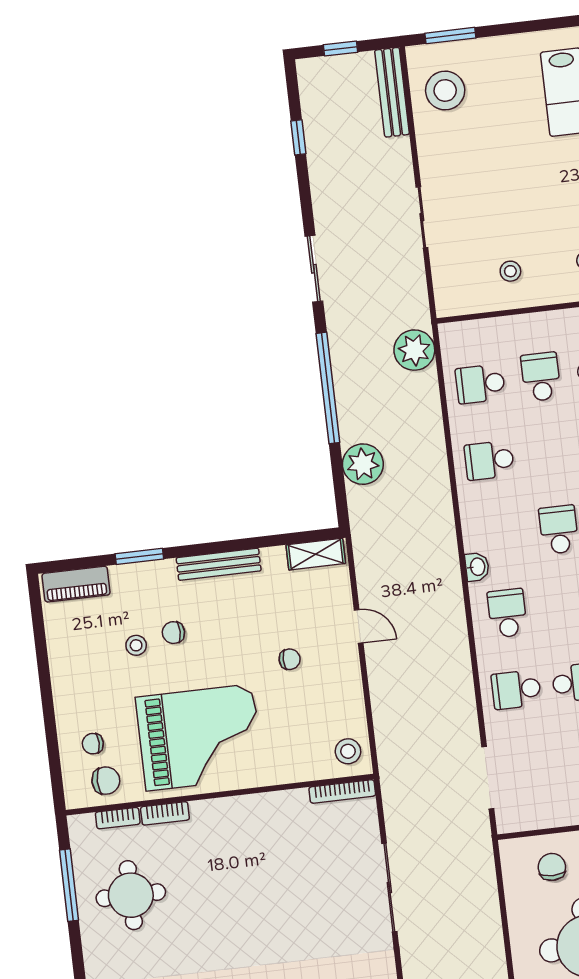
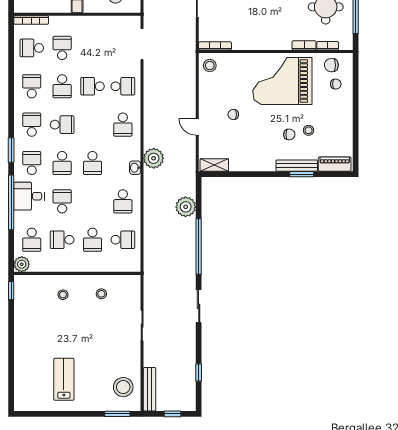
plant: (414, 350) -> (154, 158), moved
school desk: (489, 460) -> (123, 201), turned 90
bench: (219, 564) -> (297, 166), moved
washbasin: (477, 567) -> (135, 168), moved

